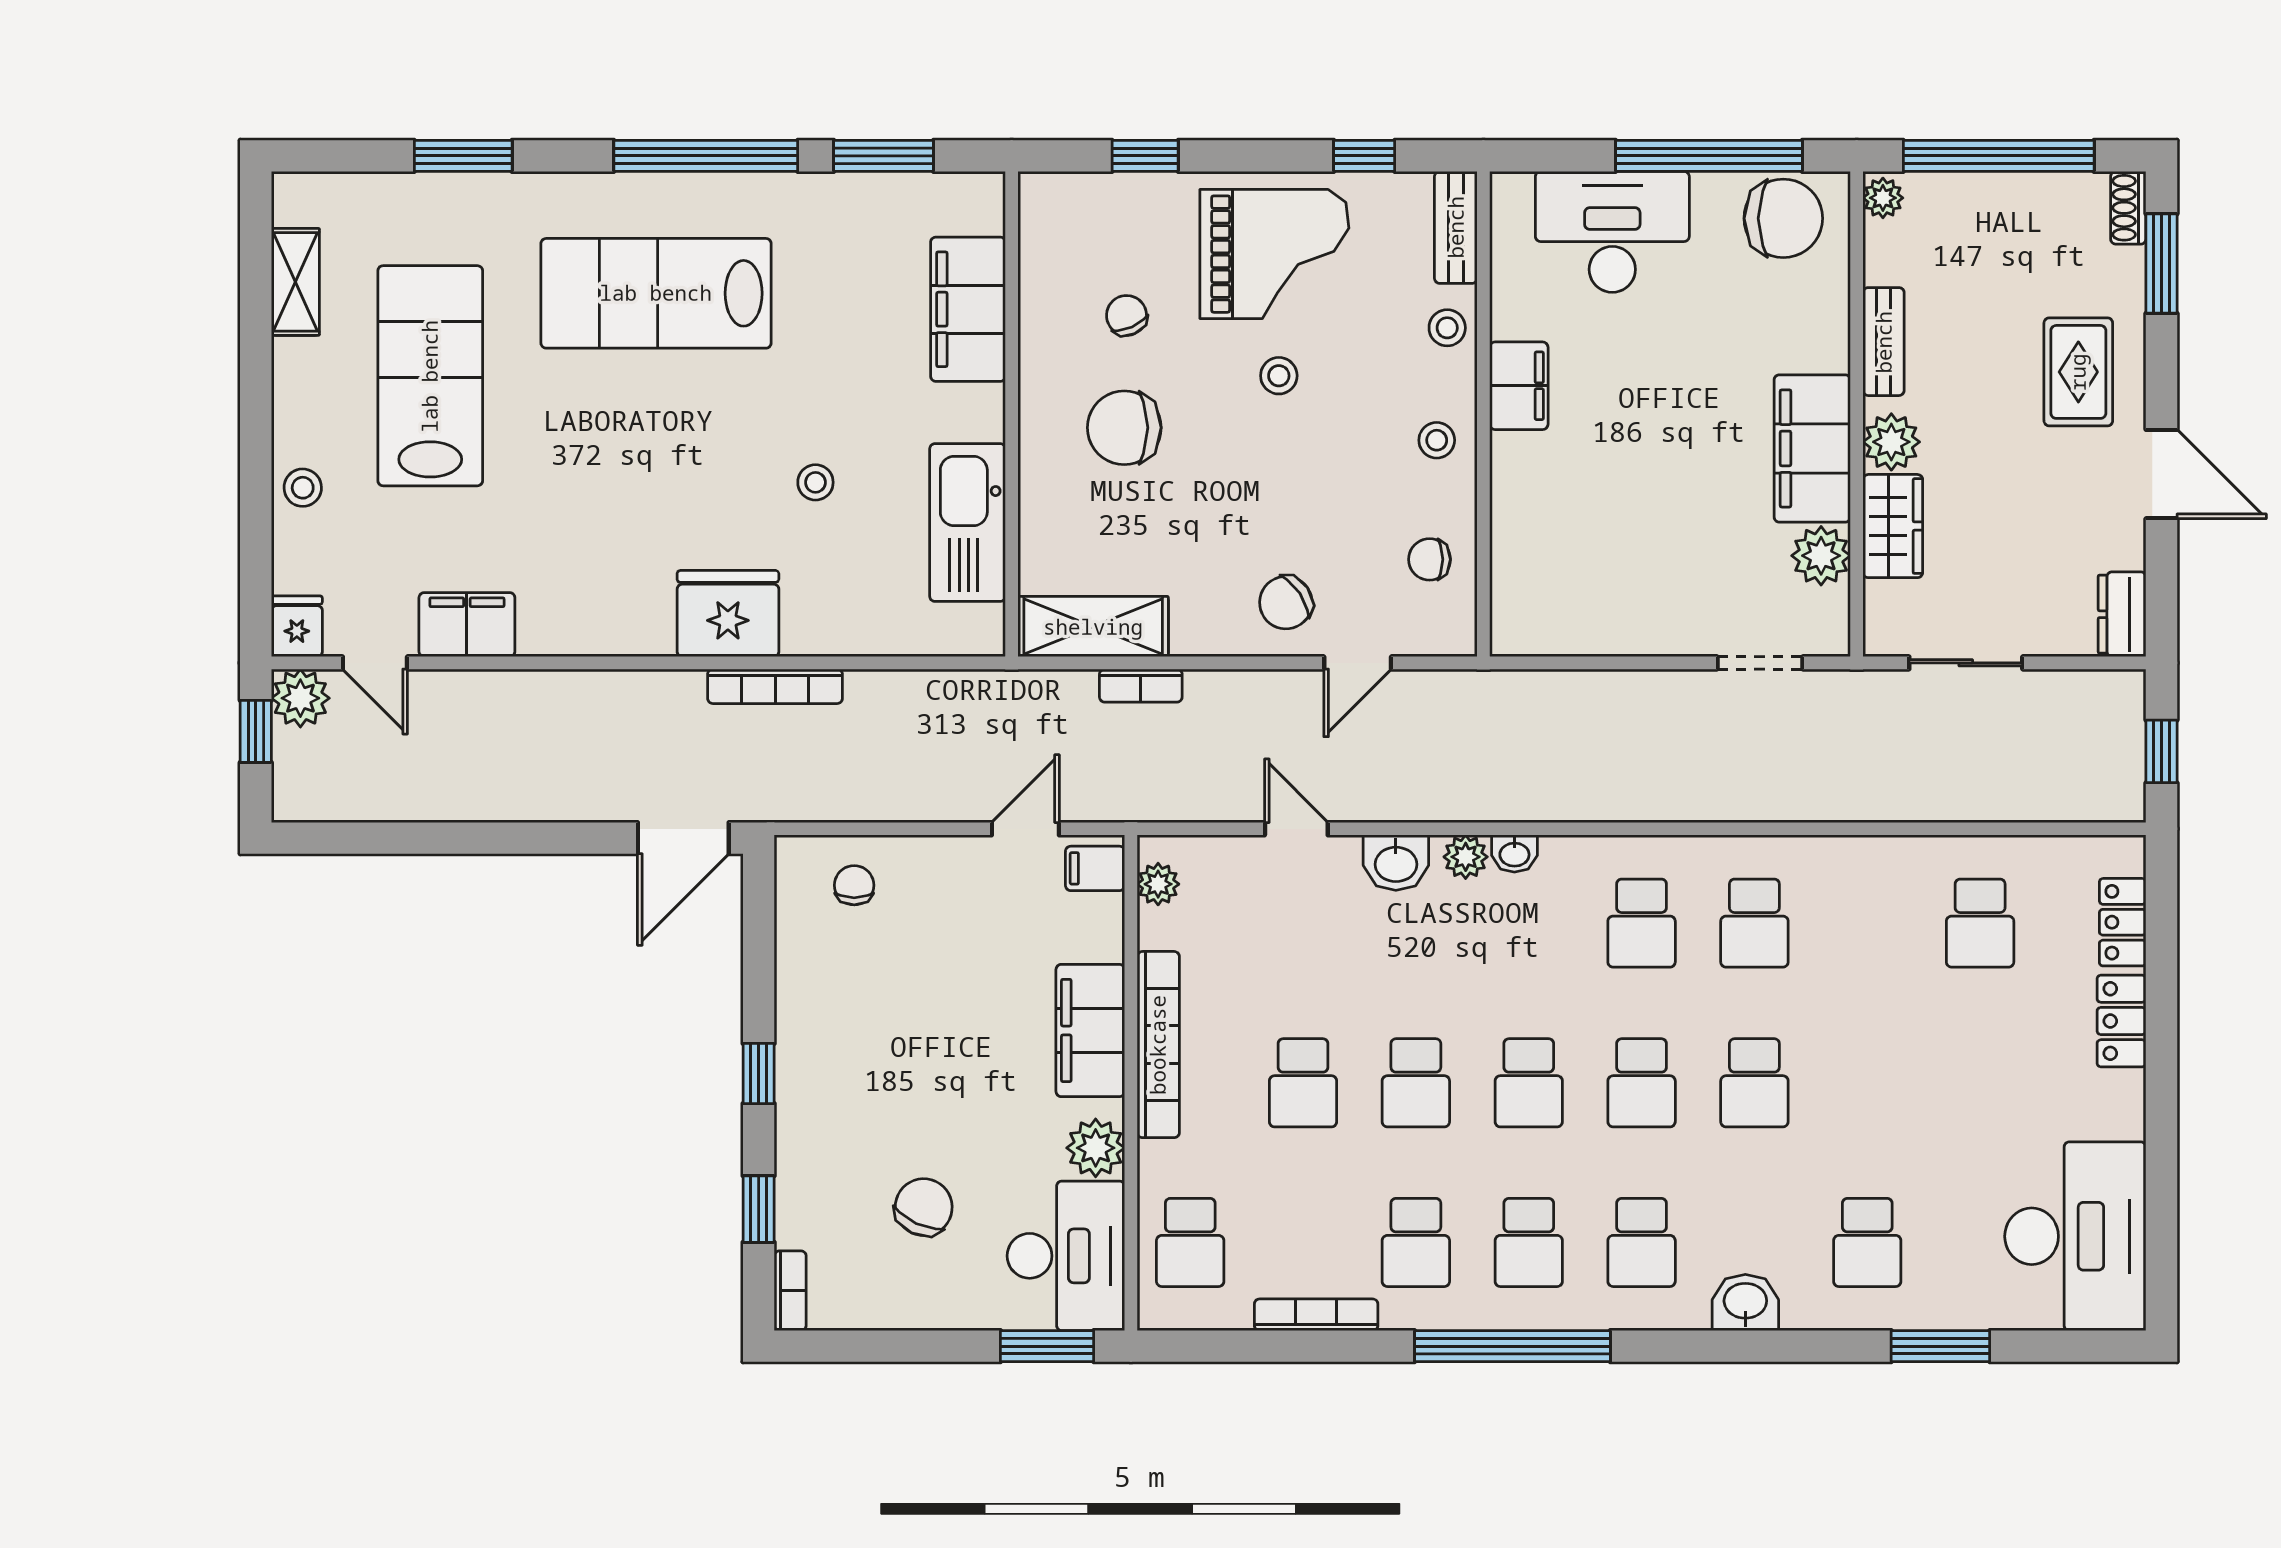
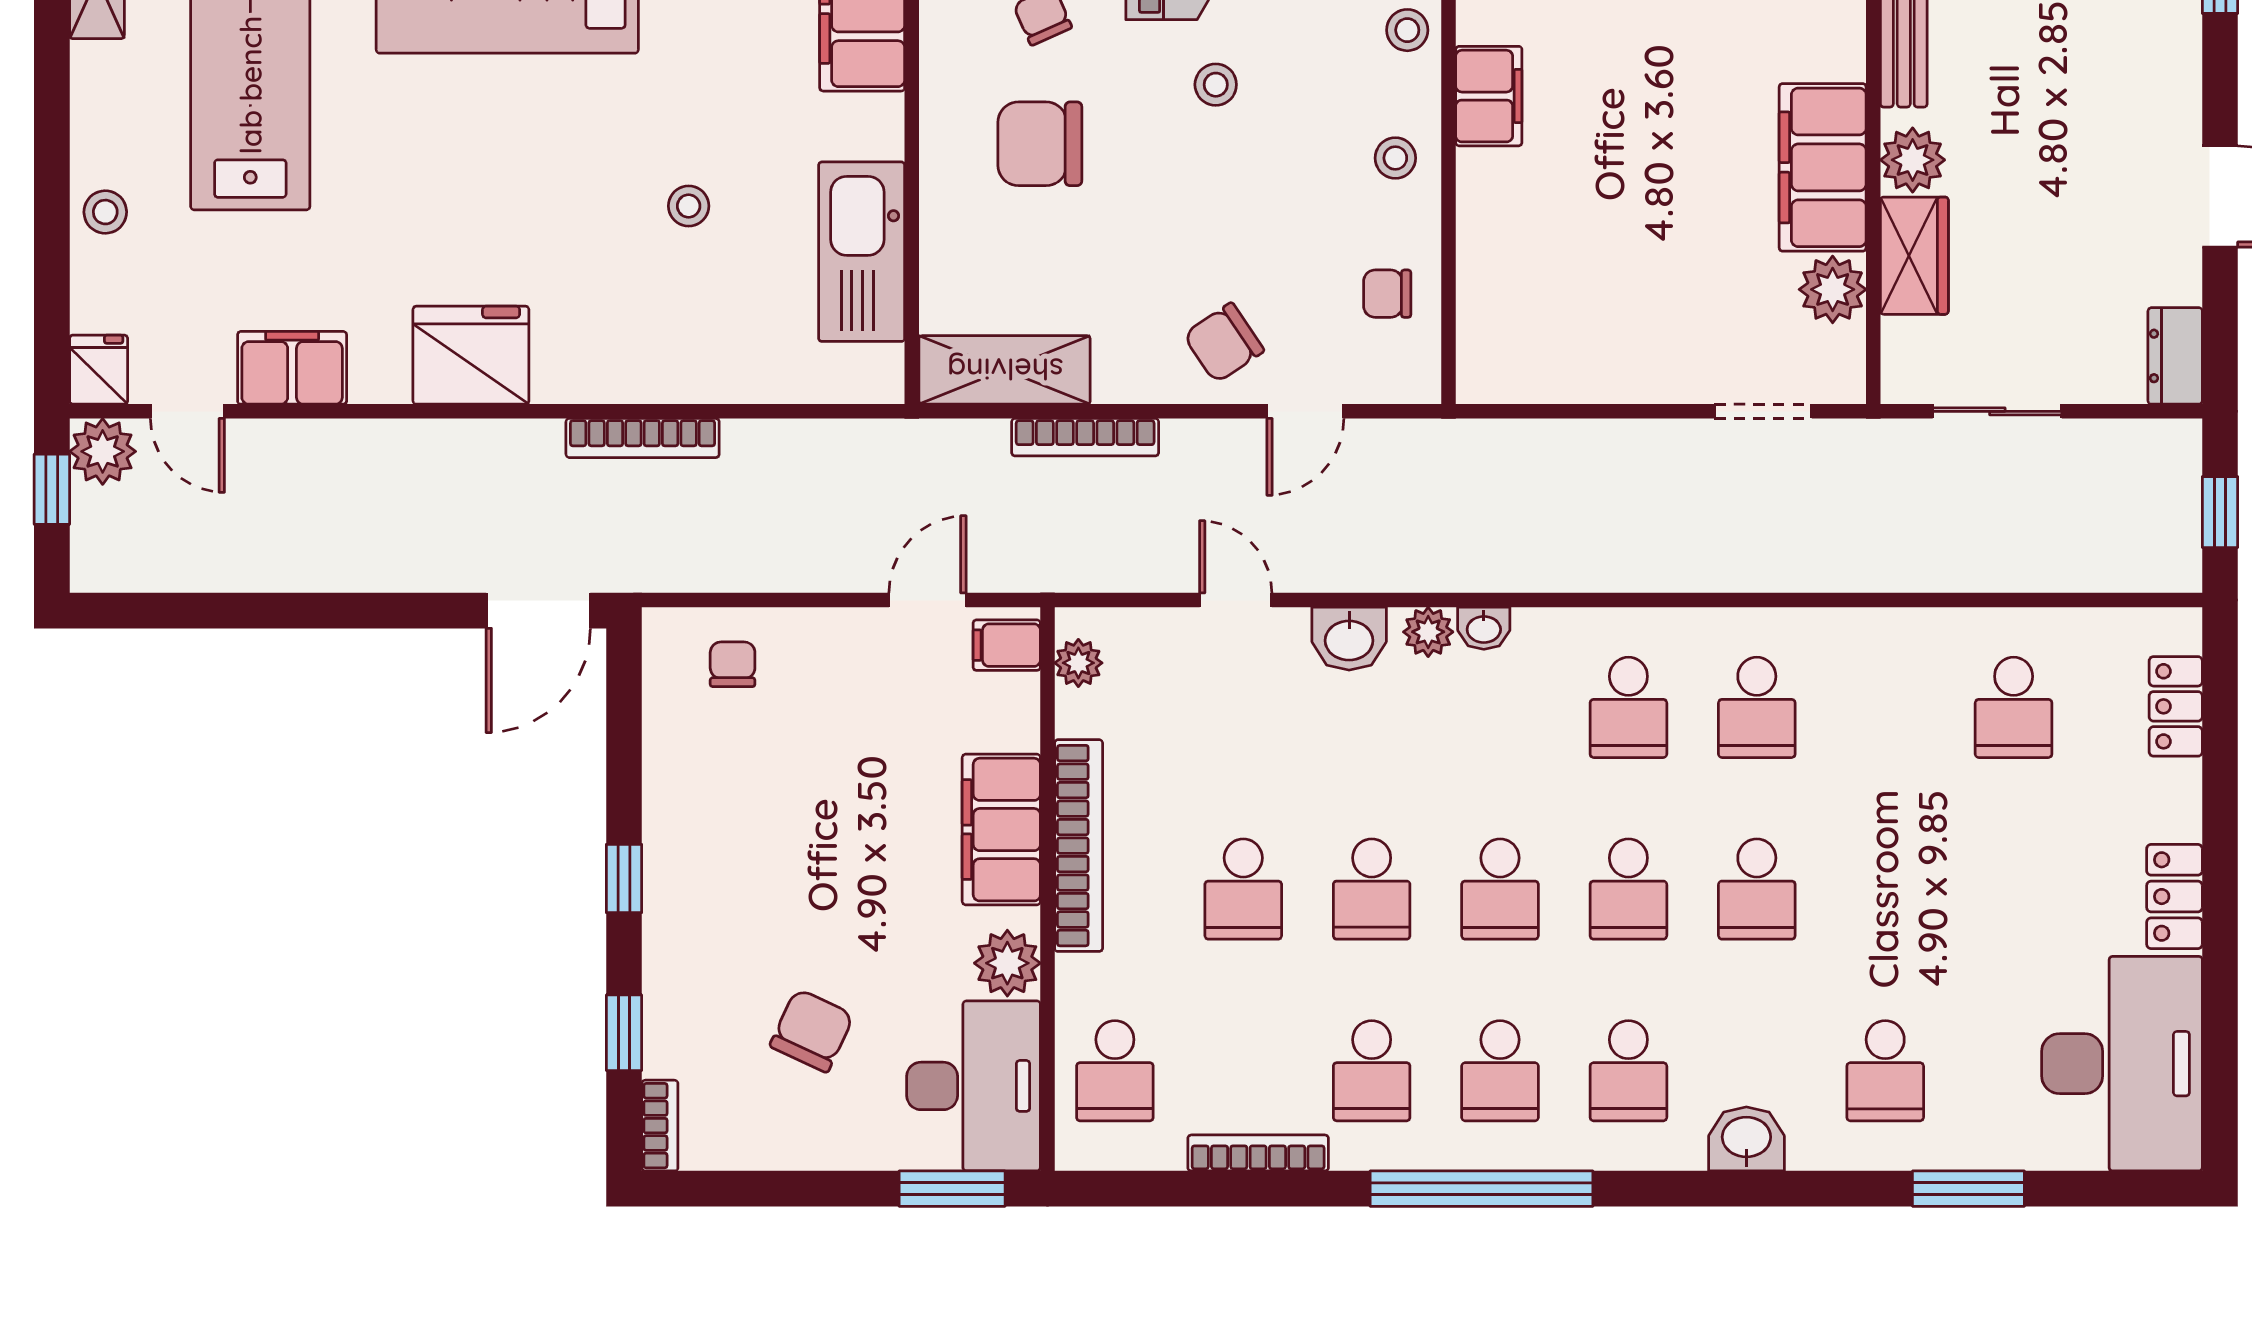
rug: (2078, 372) -> (2125, 80), removed
fridge: (728, 614) -> (471, 355), moved
bookcase: (1141, 686) -> (1085, 437), width x1.56
locker: (2122, 1021) -> (2174, 897), moved

